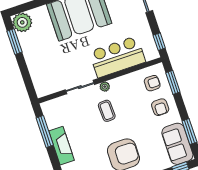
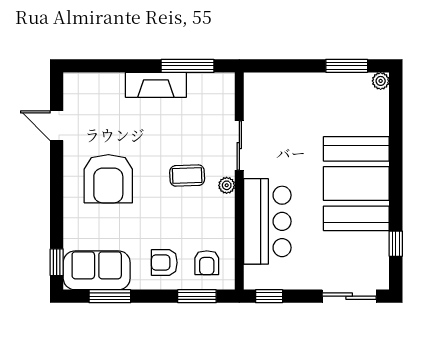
plant: (22, 22) -> (381, 81), width x0.53, depth x0.53

